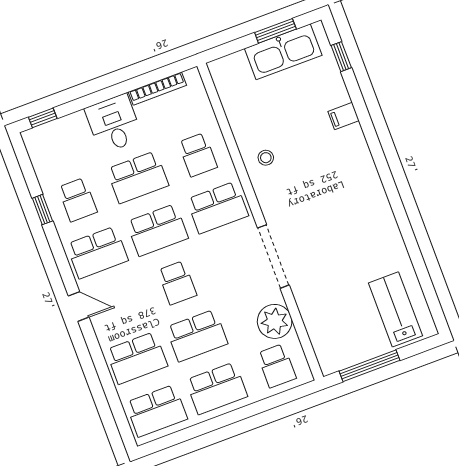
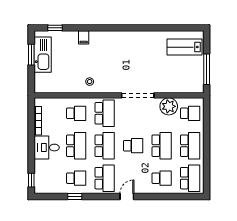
school desk: (137, 358) -> (162, 178), width x0.54

